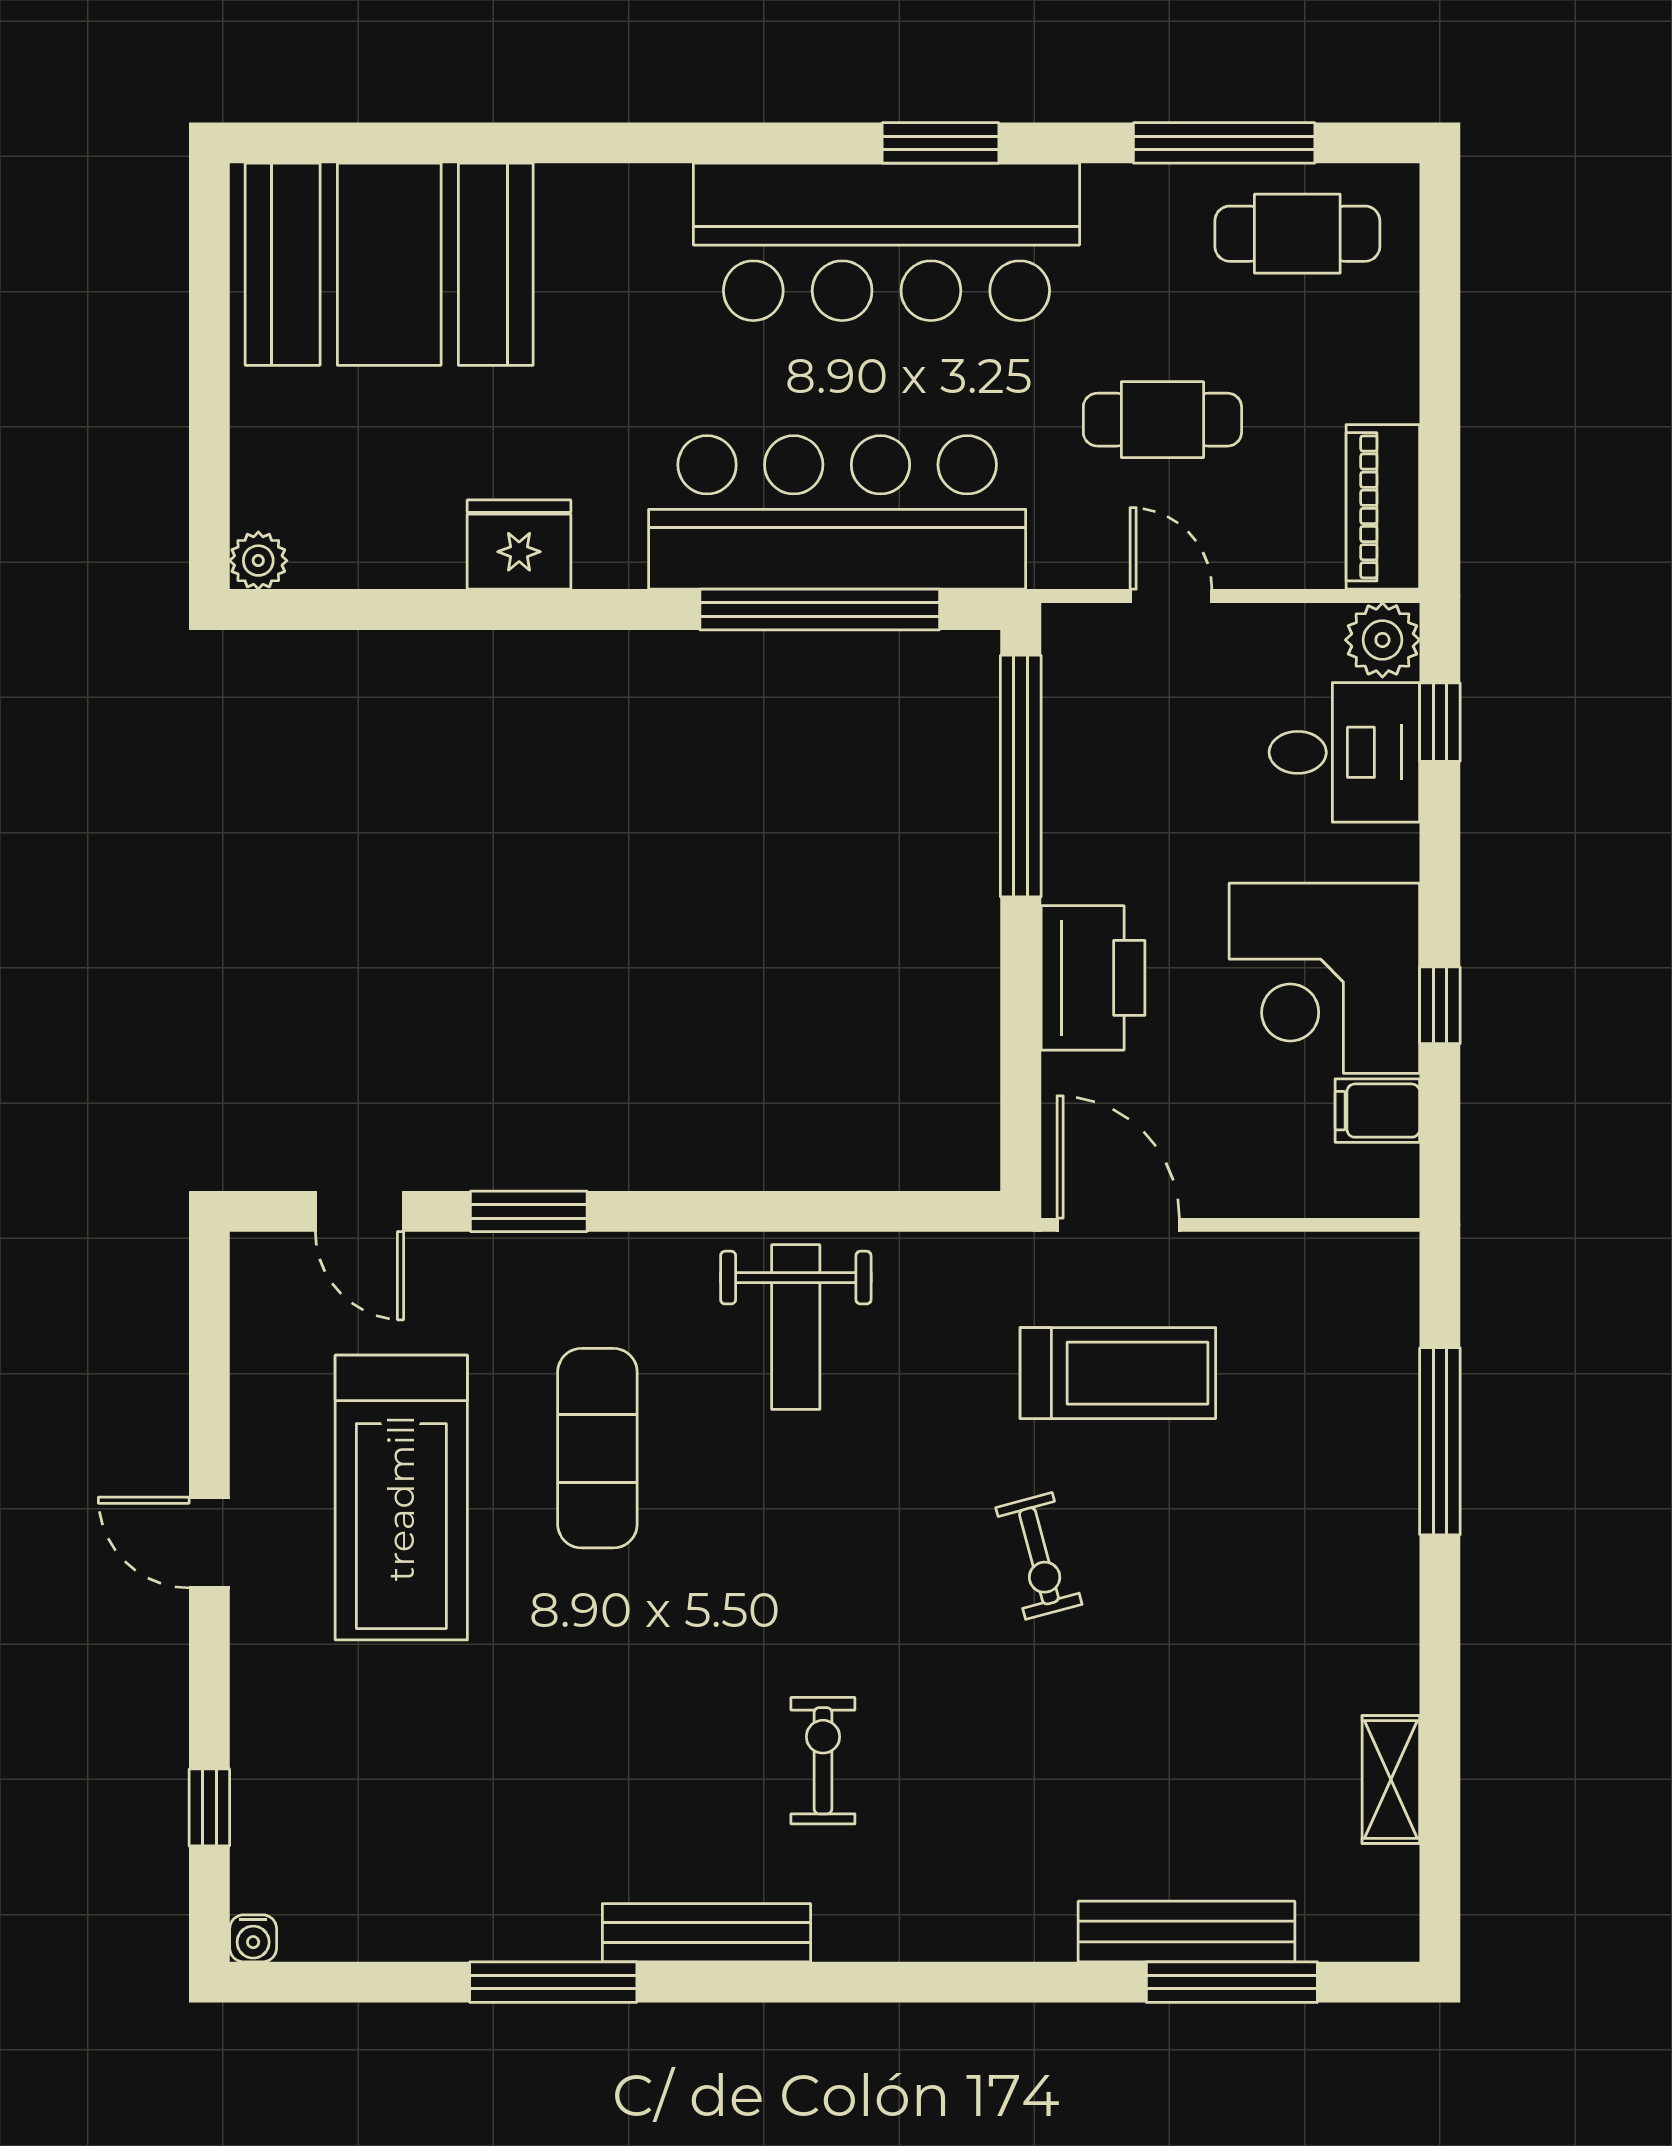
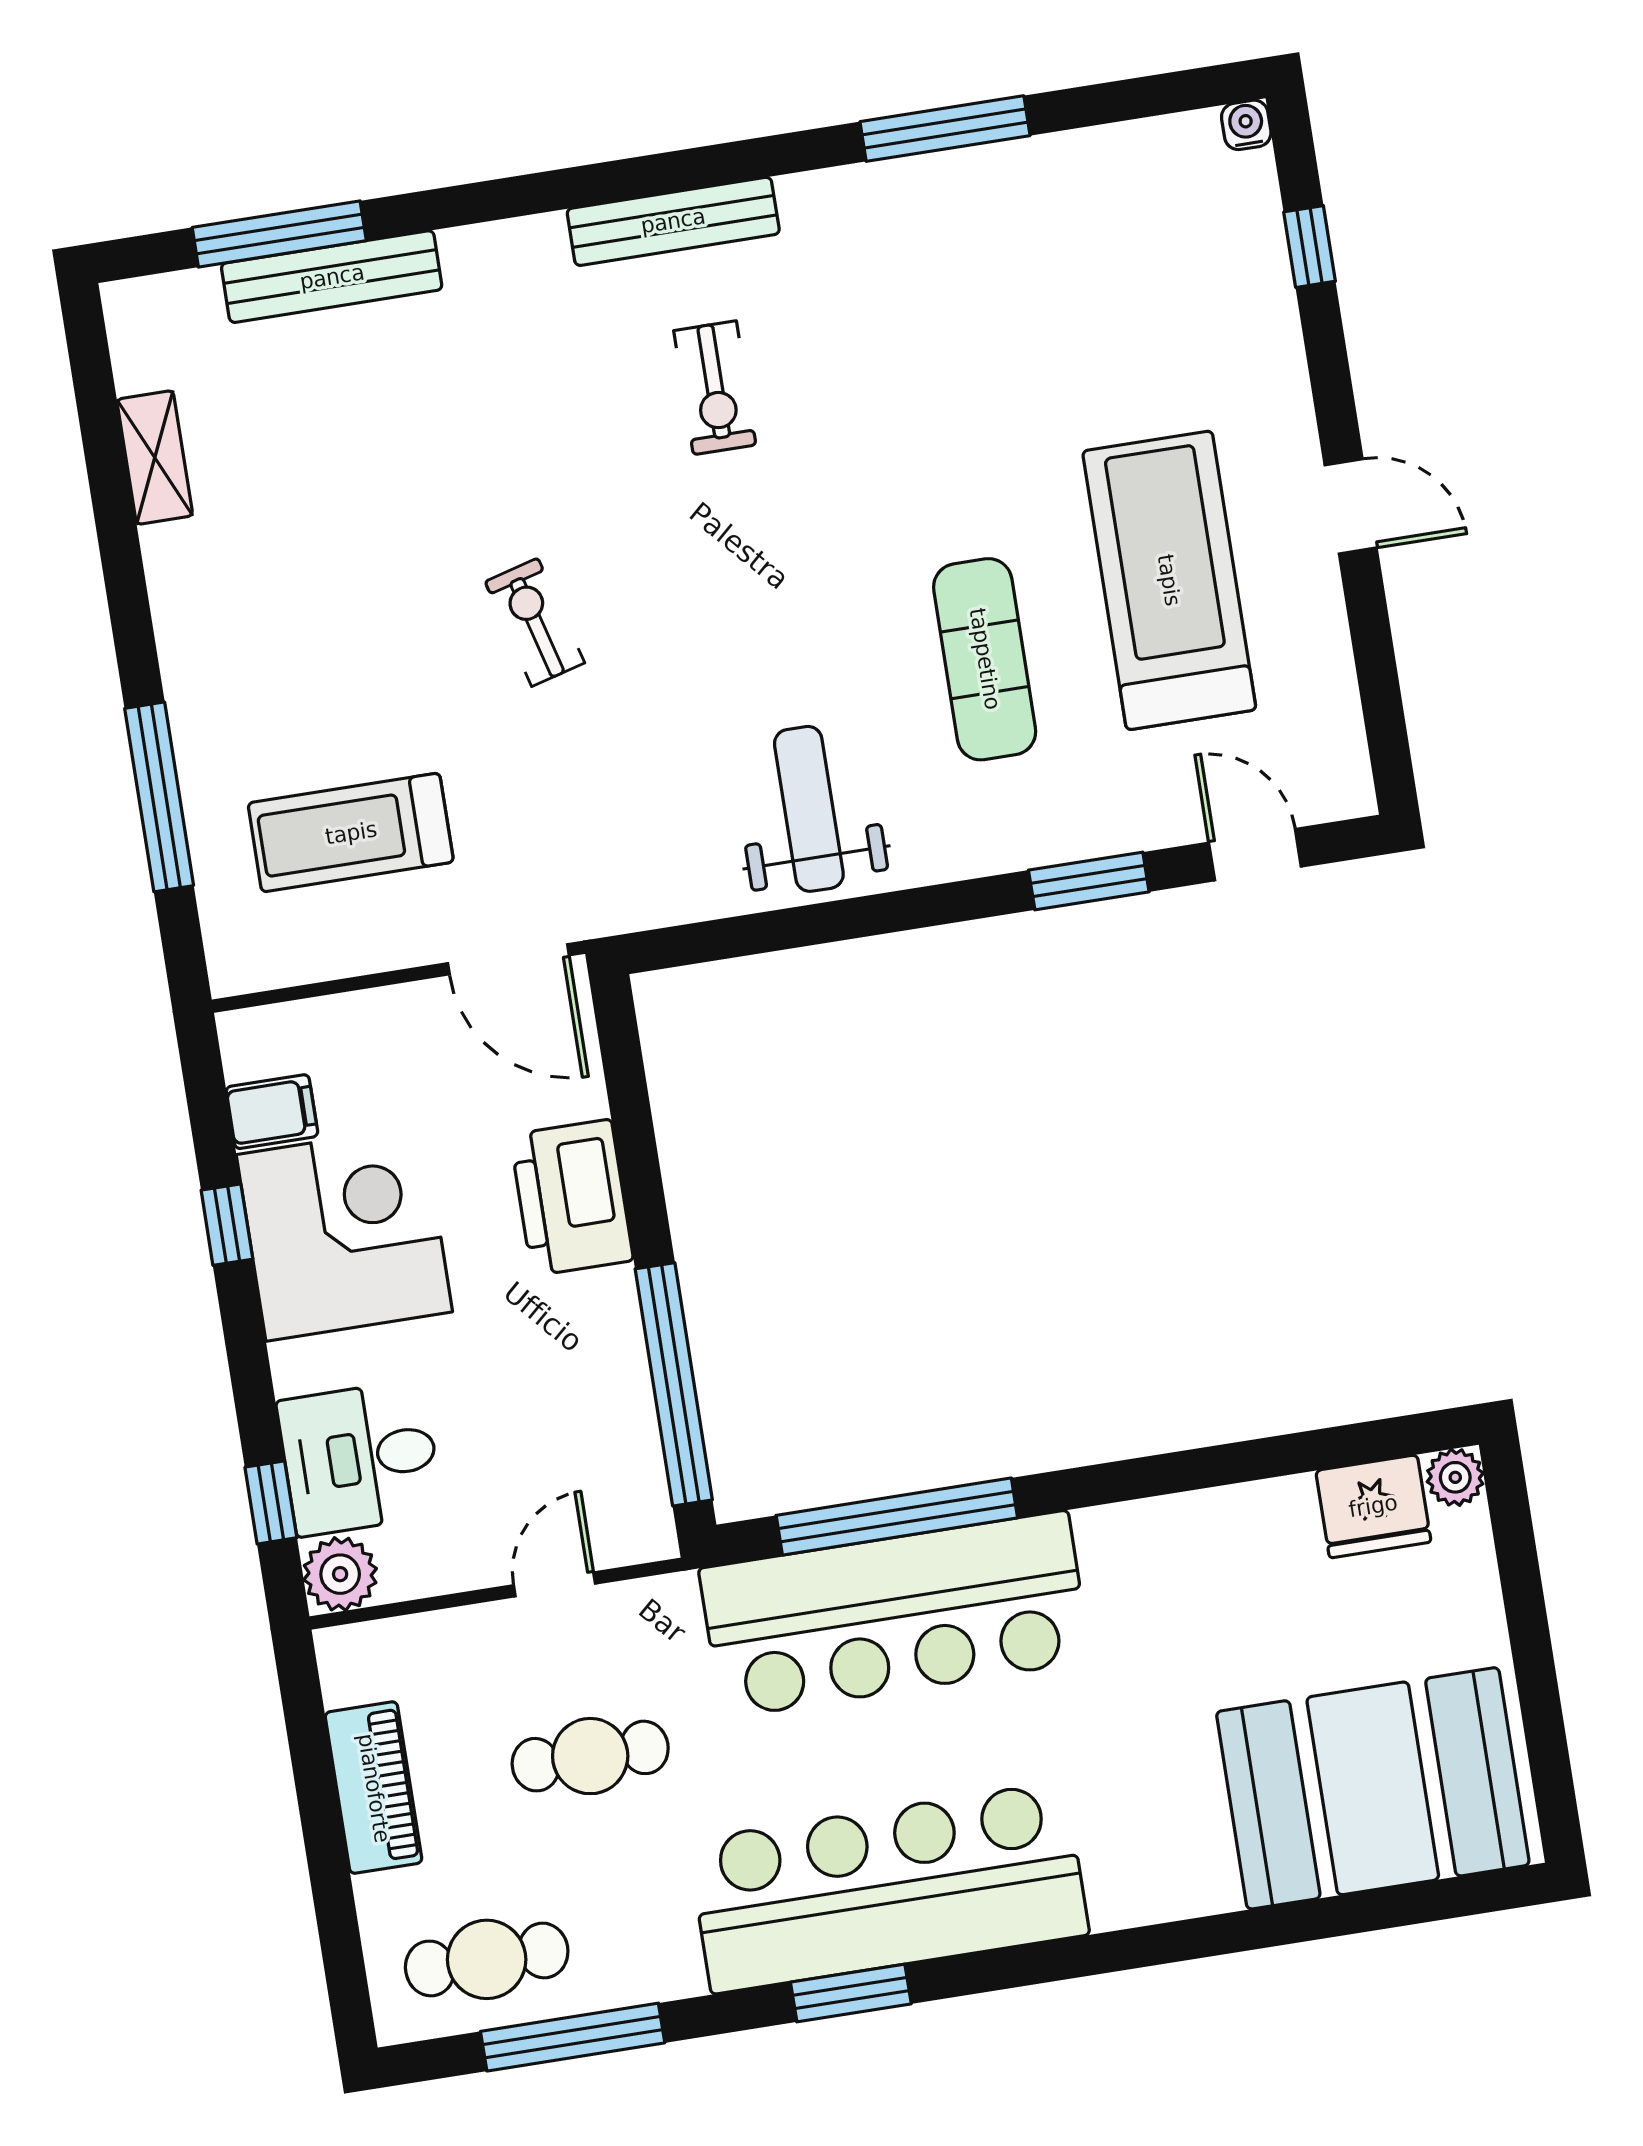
piano: (1383, 507) -> (374, 1788), moved
fridge: (519, 545) -> (1373, 1506), moved
door: (1171, 596) -> (554, 1584), swing flipped
treadmill: (1118, 1373) -> (351, 833), moved
bench: (706, 1933) -> (673, 221), moved

